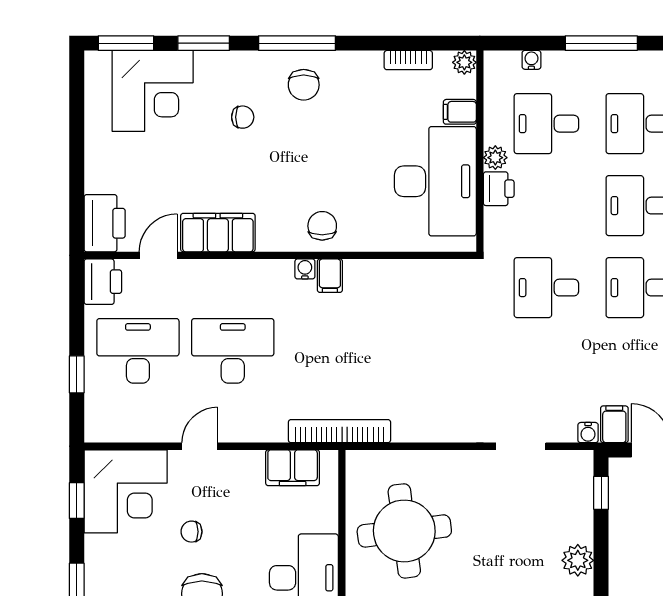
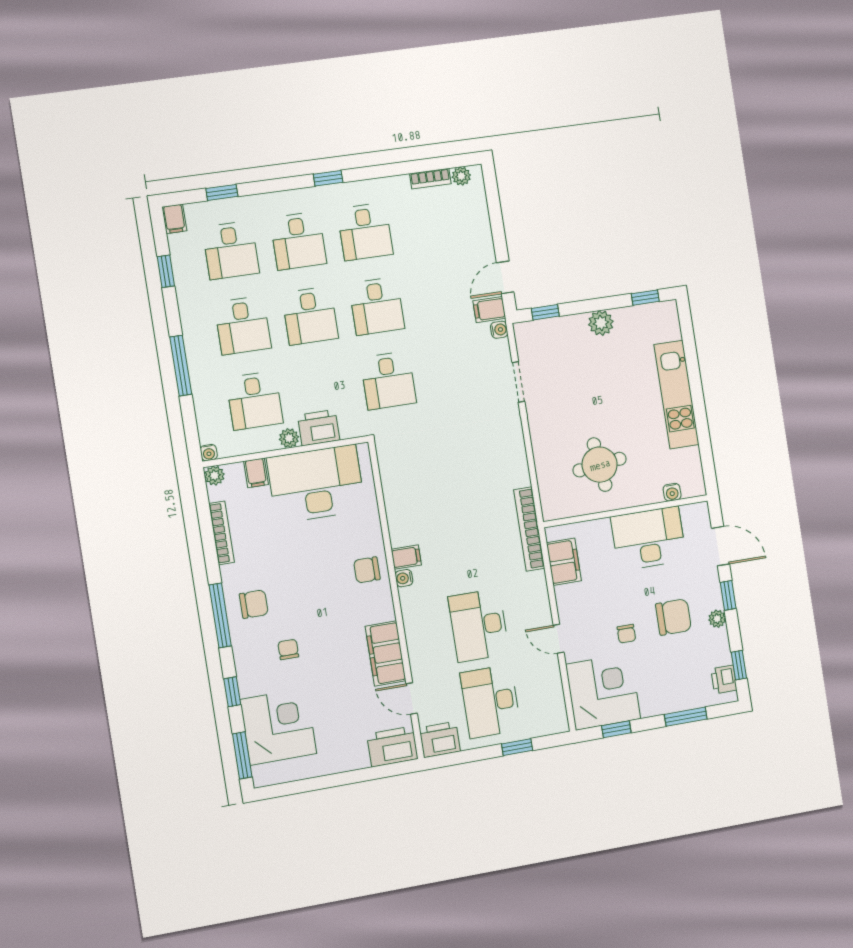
window: (204, 43) -> (232, 692), width x0.67
bookcase: (408, 60) -> (222, 533), width x1.56
water cooler: (531, 60) -> (209, 453), moved, turned -90
printer: (499, 189) -> (319, 428), width x1.36, depth x1.24
round table: (404, 531) -> (600, 465), width x0.73, depth x0.73

